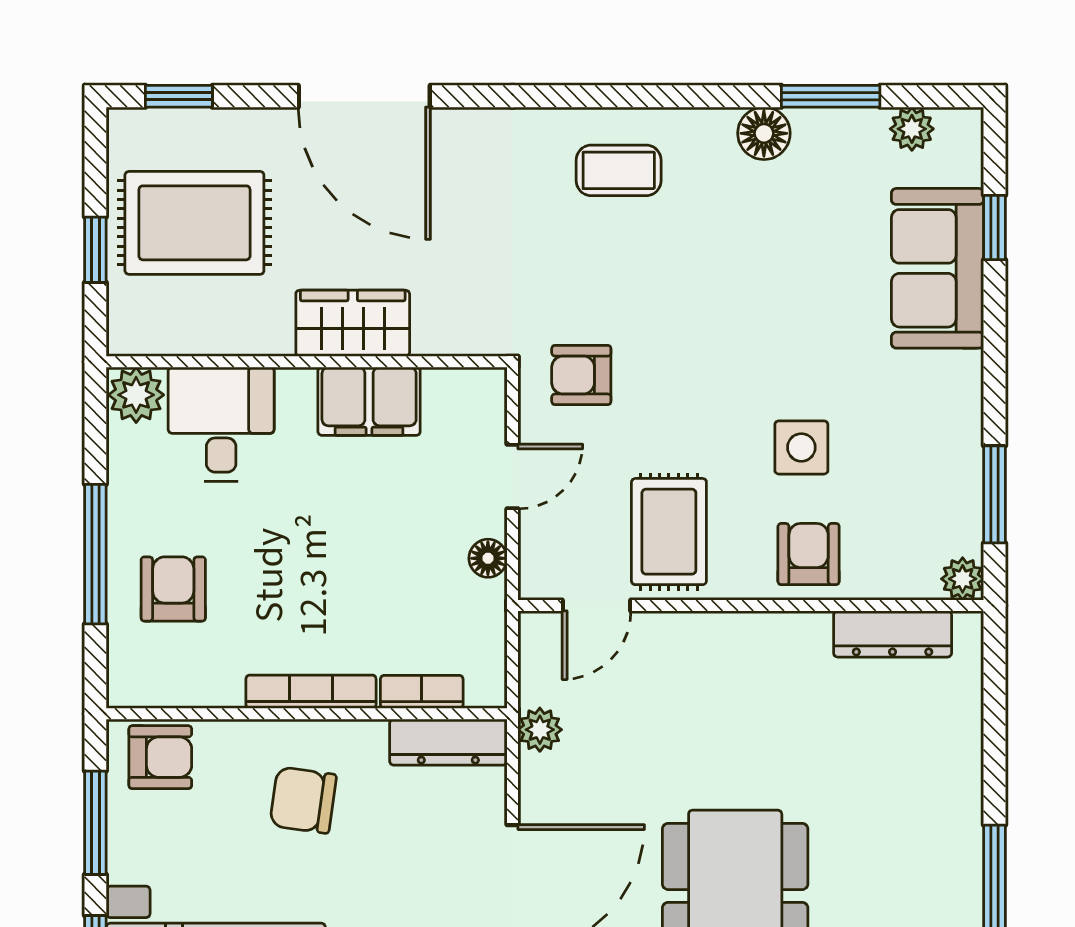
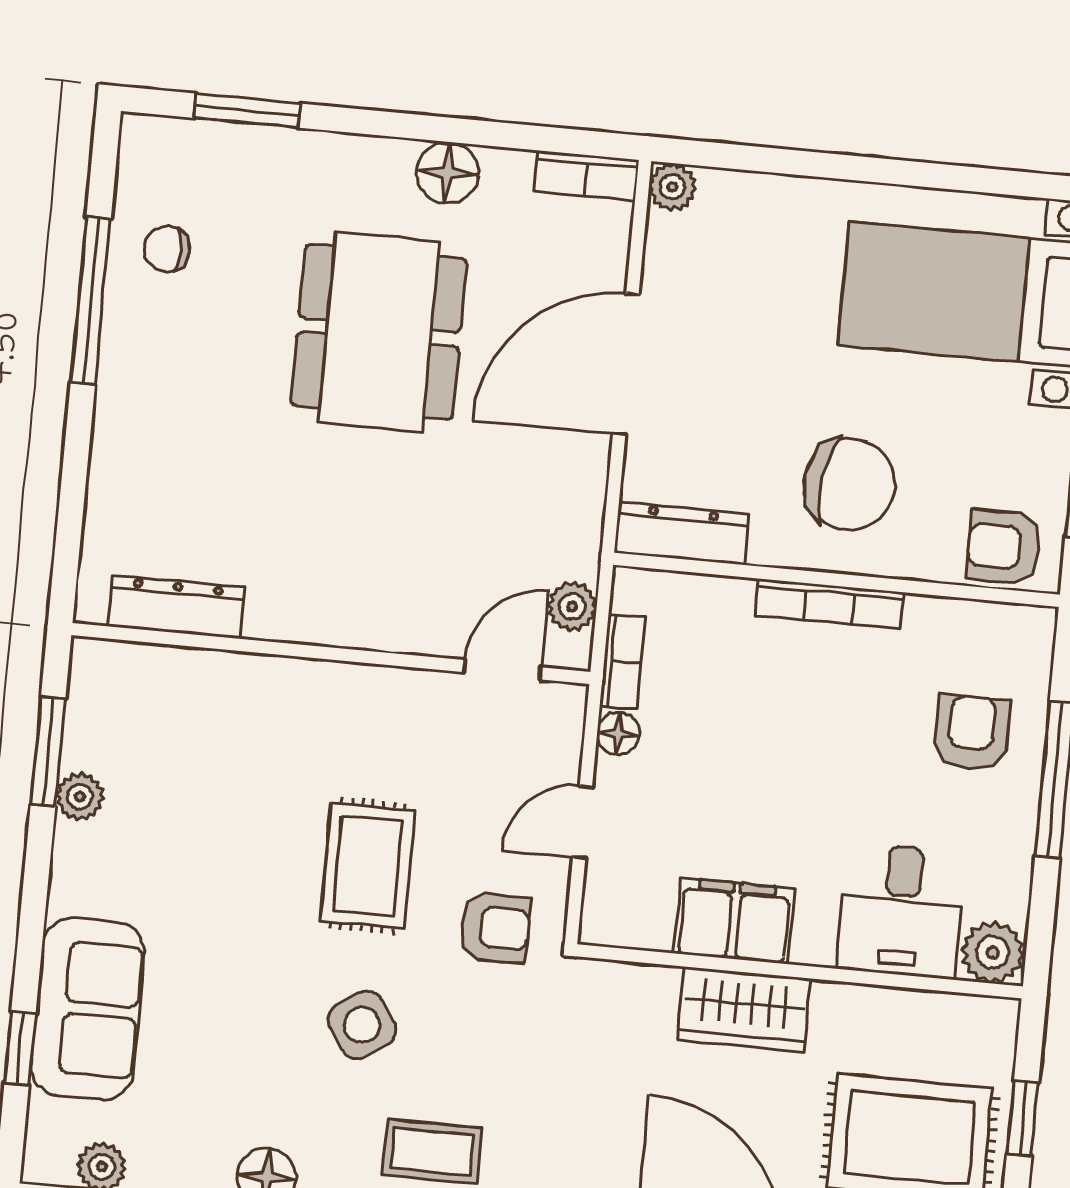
side table: (801, 447) -> (362, 1025), moved, turned -34
rug: (669, 532) -> (368, 866), moved
armchair: (809, 554) -> (261, 705), removed
plant: (963, 579) -> (80, 797), moved
armchair: (173, 589) -> (972, 733), turned 180
bookcase: (422, 692) -> (622, 661), moved, turned -90
plant: (540, 730) -> (572, 606), moved
chair: (303, 800) -> (850, 484), width x1.37, depth x1.37

